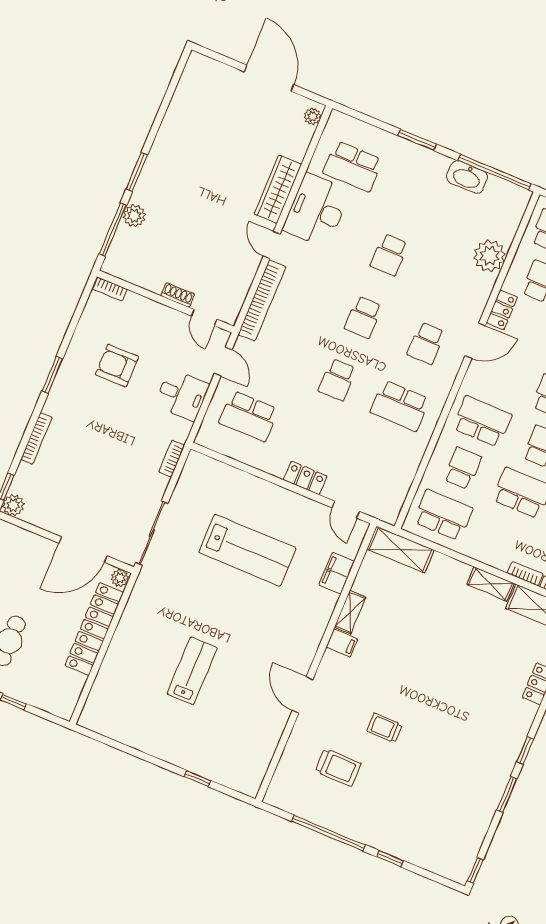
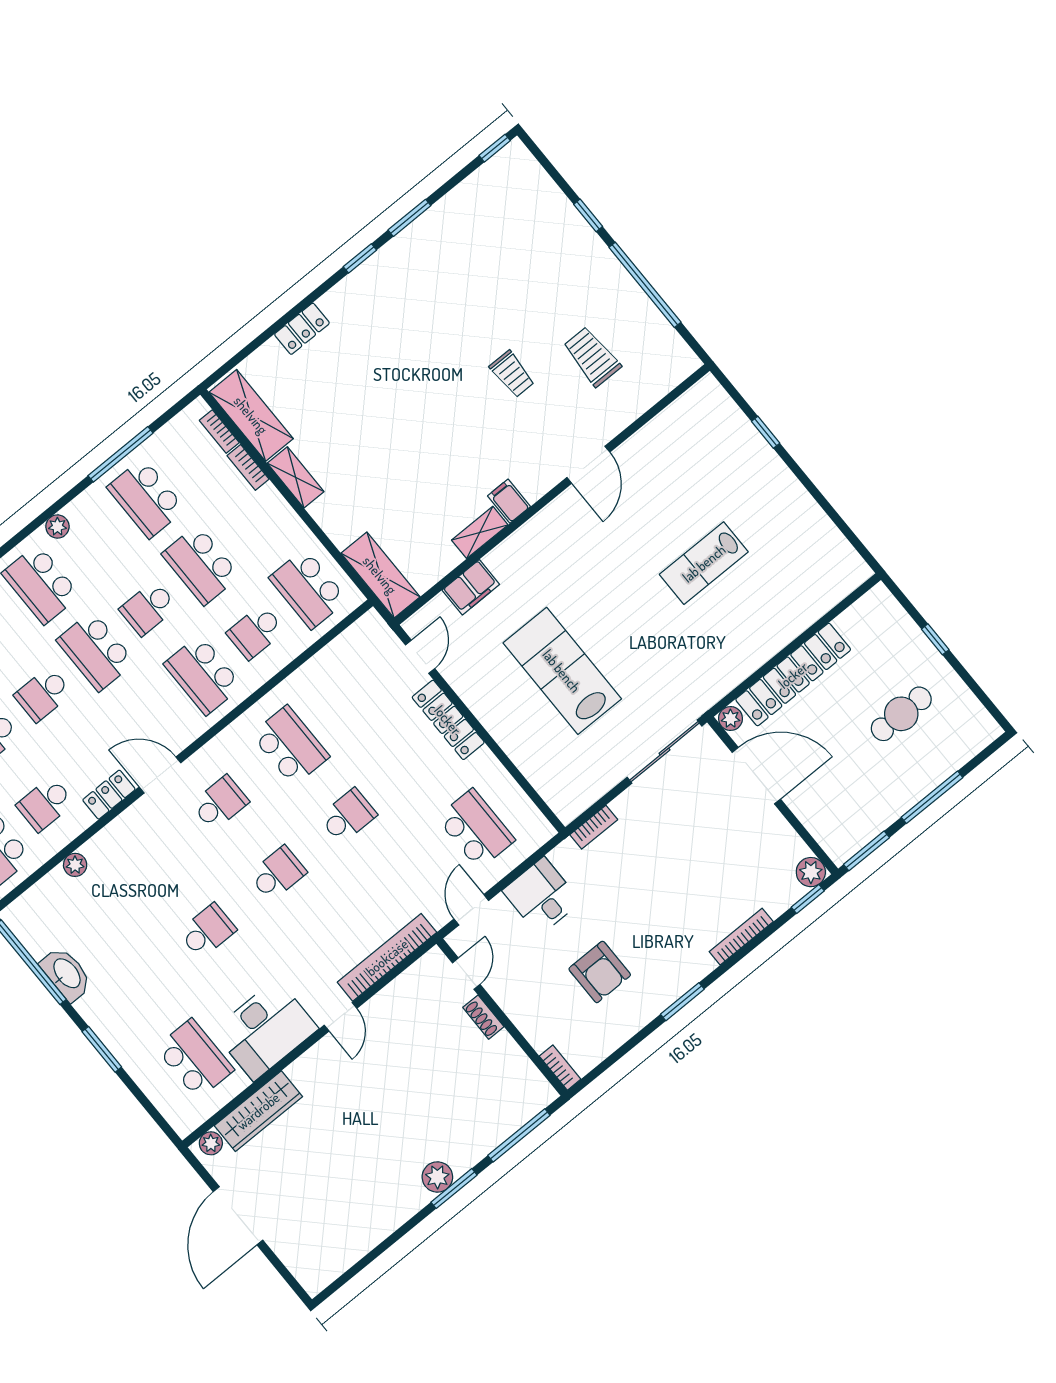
wardrobe: (278, 189) -> (258, 1111), moved
plant: (134, 216) -> (437, 1177), moved
plant: (490, 256) -> (75, 865), width x0.53, depth x0.53
locker: (305, 478) -> (448, 720), width x1.53

